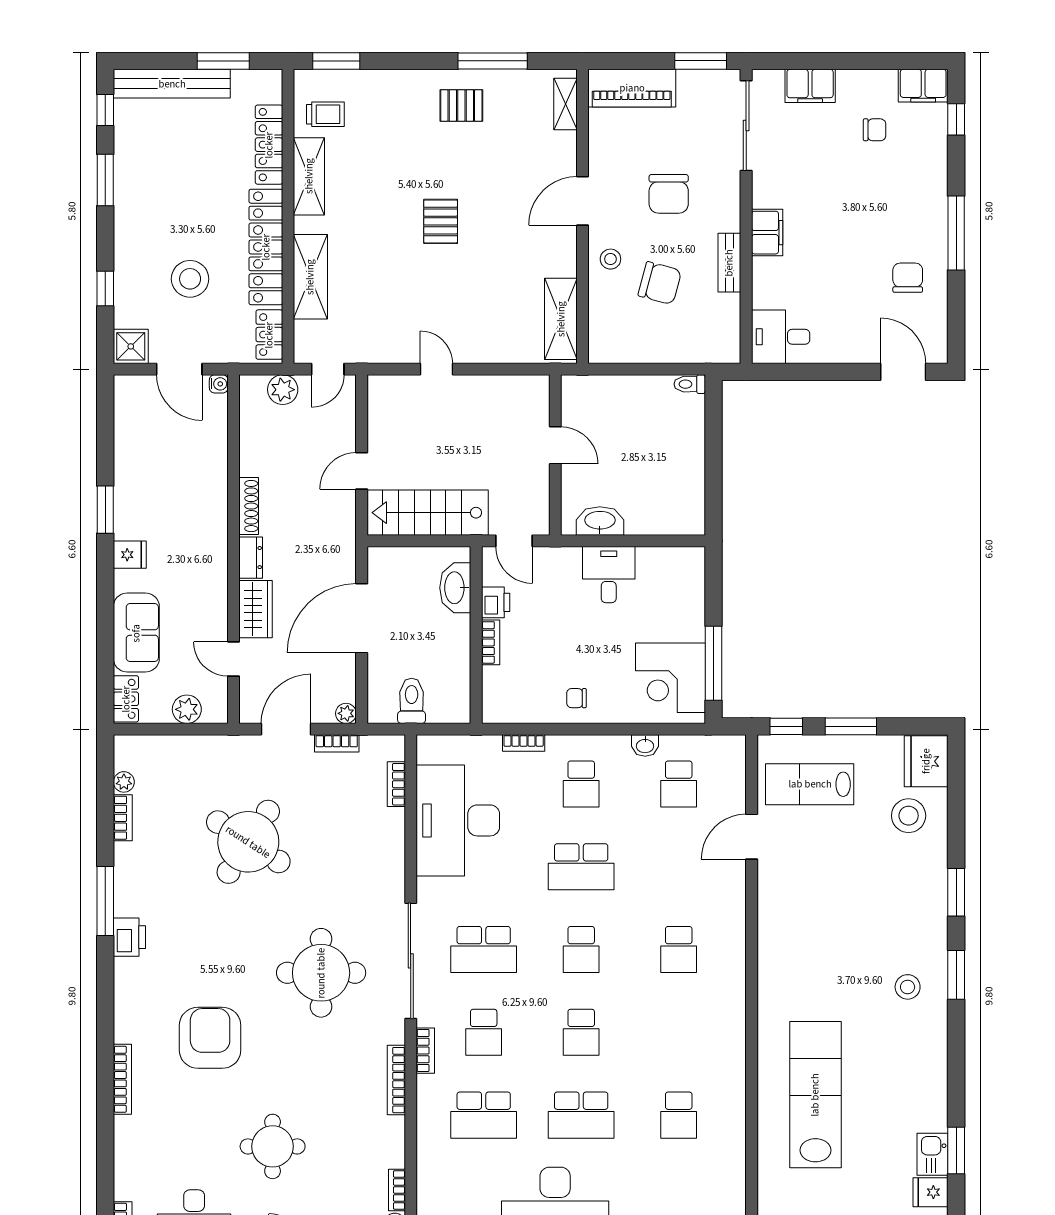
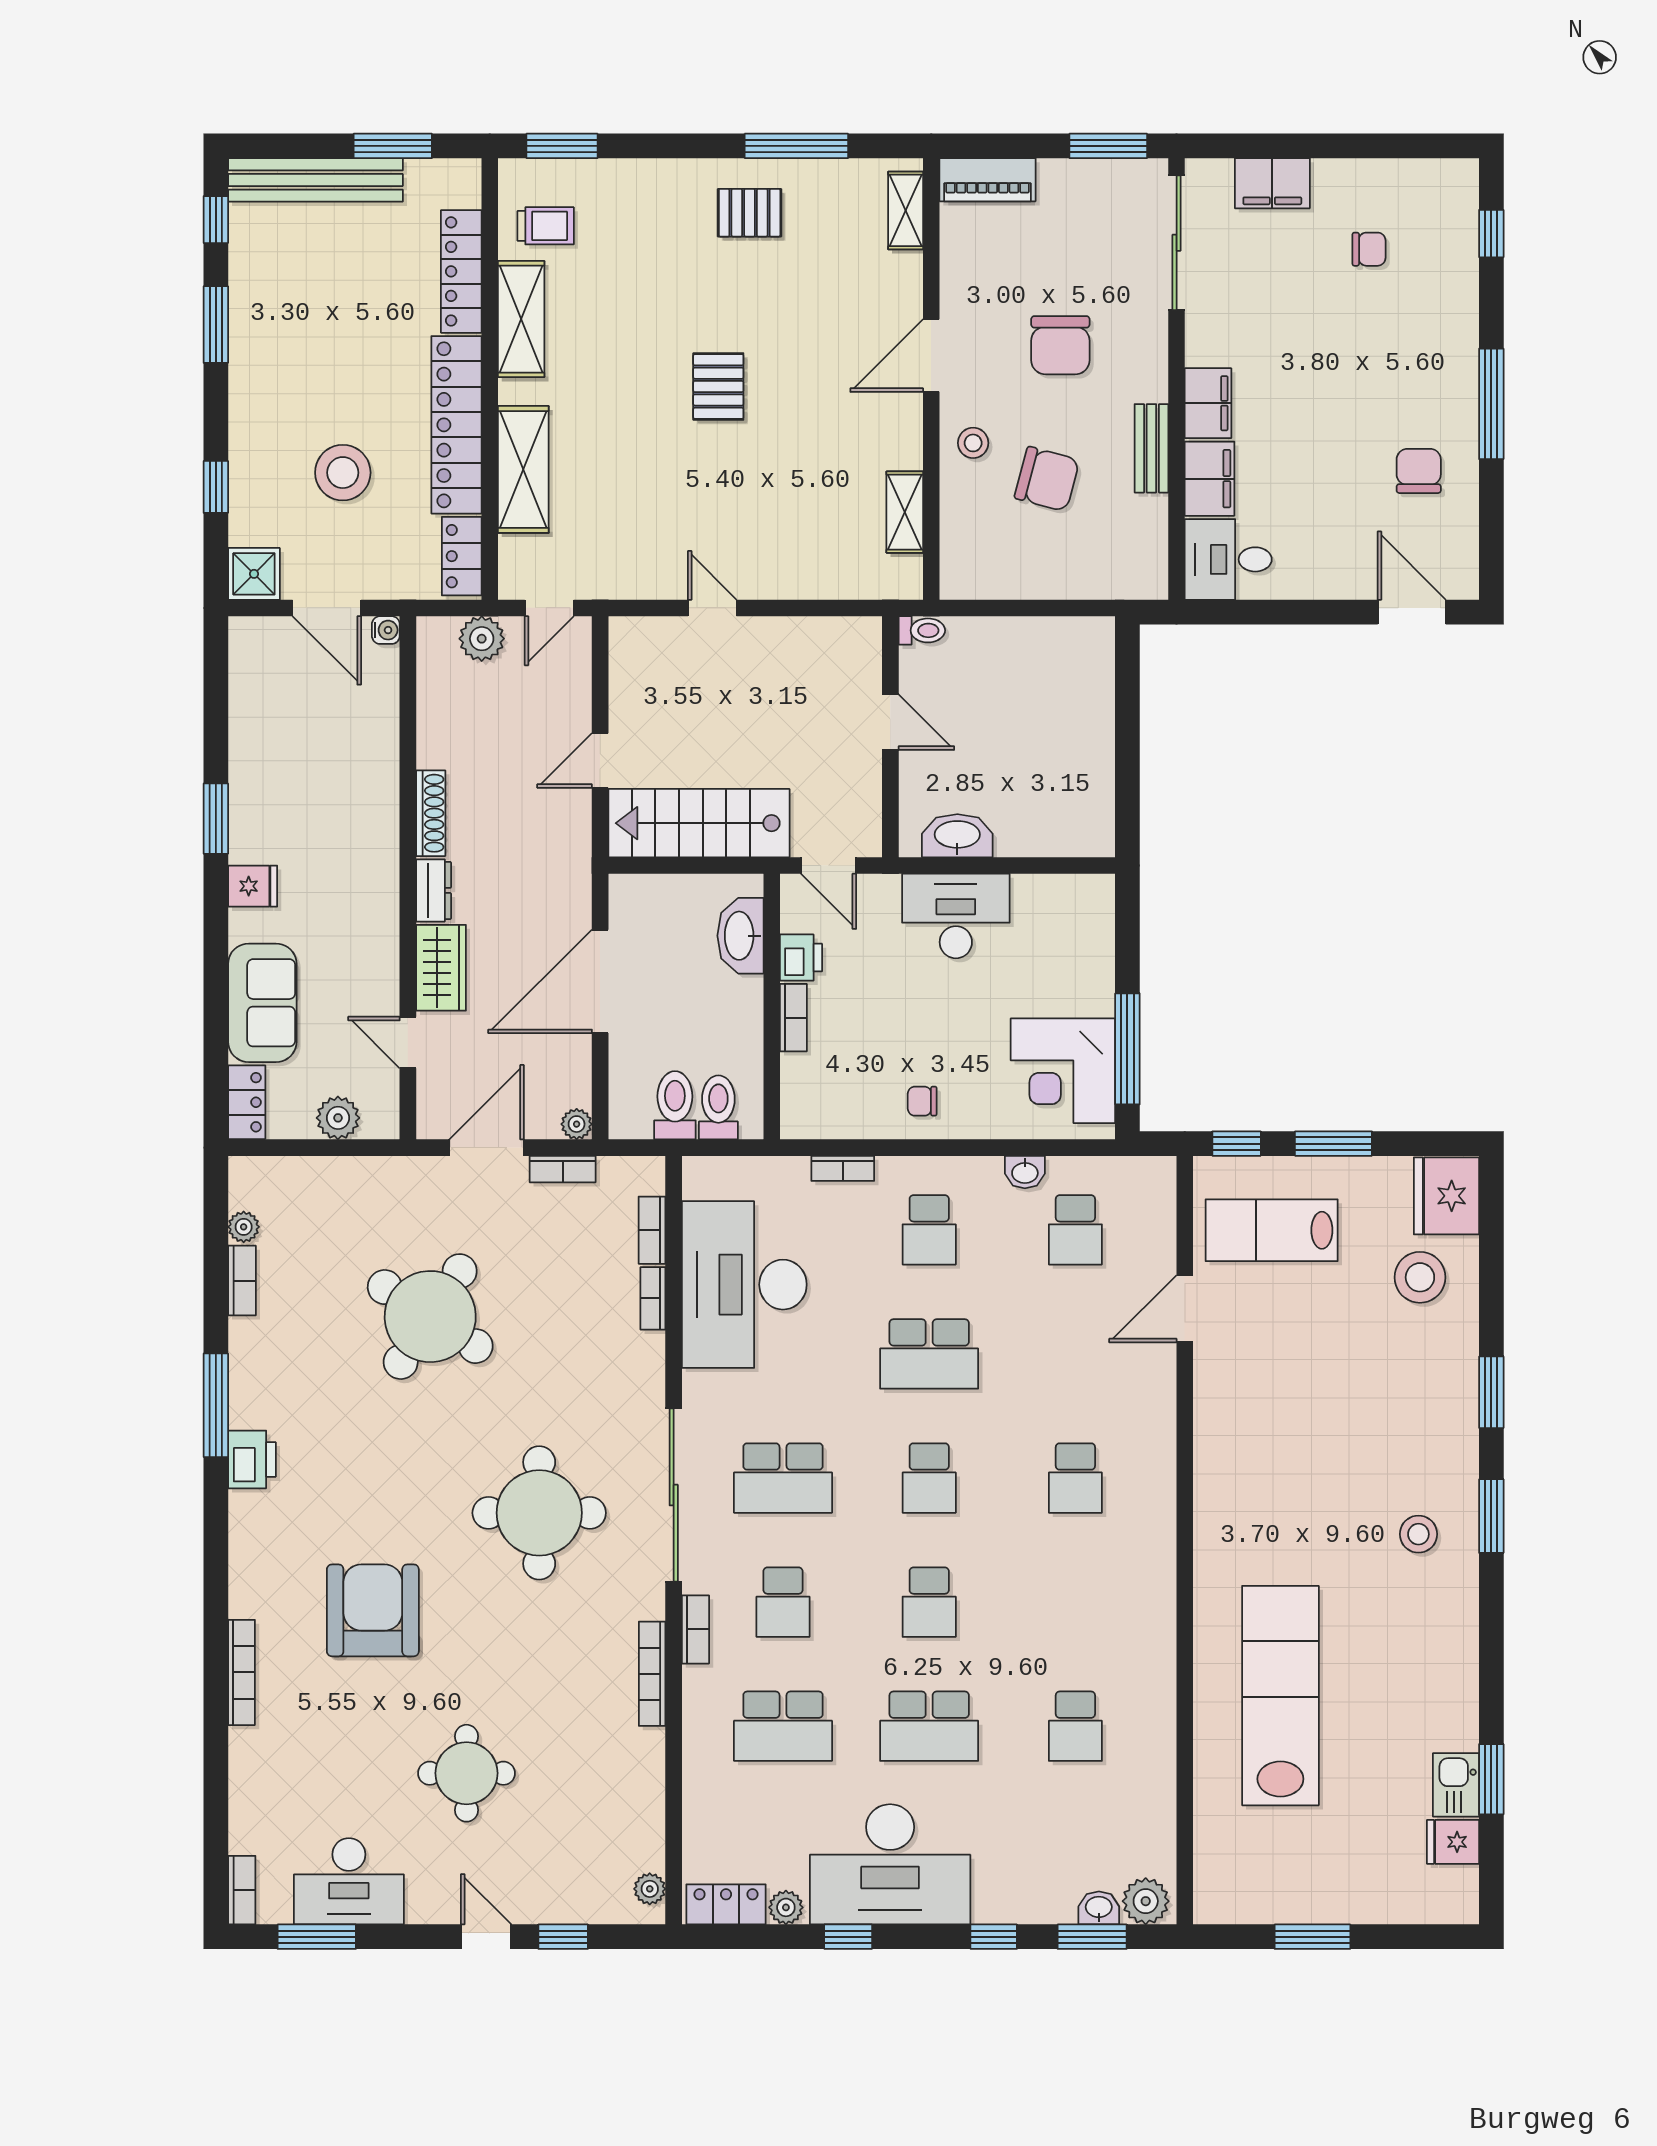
filing cabinet: (923, 86) -> (1209, 479), moved, turned -90
piano: (632, 88) -> (987, 180), width x0.73, depth x0.75
shelving: (561, 319) -> (905, 512), width x0.67, depth x0.75
toilet: (690, 384) -> (922, 630), moved, turned 180
desk: (609, 575) -> (956, 916), width x1.37
toilet: (441, 702) -> (718, 1107), added
bookcase: (397, 1190) -> (653, 1298), moved

